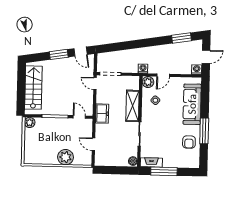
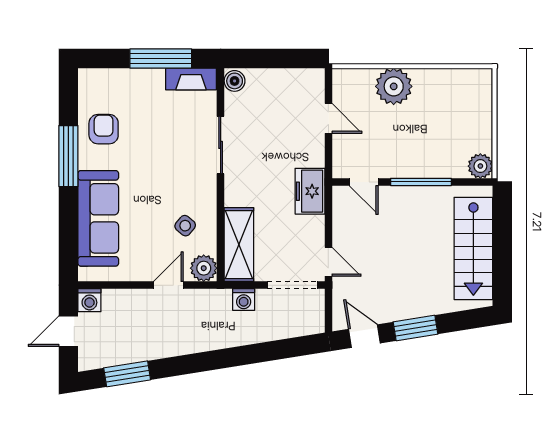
washing machine: (143, 69) -> (244, 300), moved
shelving: (132, 106) -> (239, 245), moved

